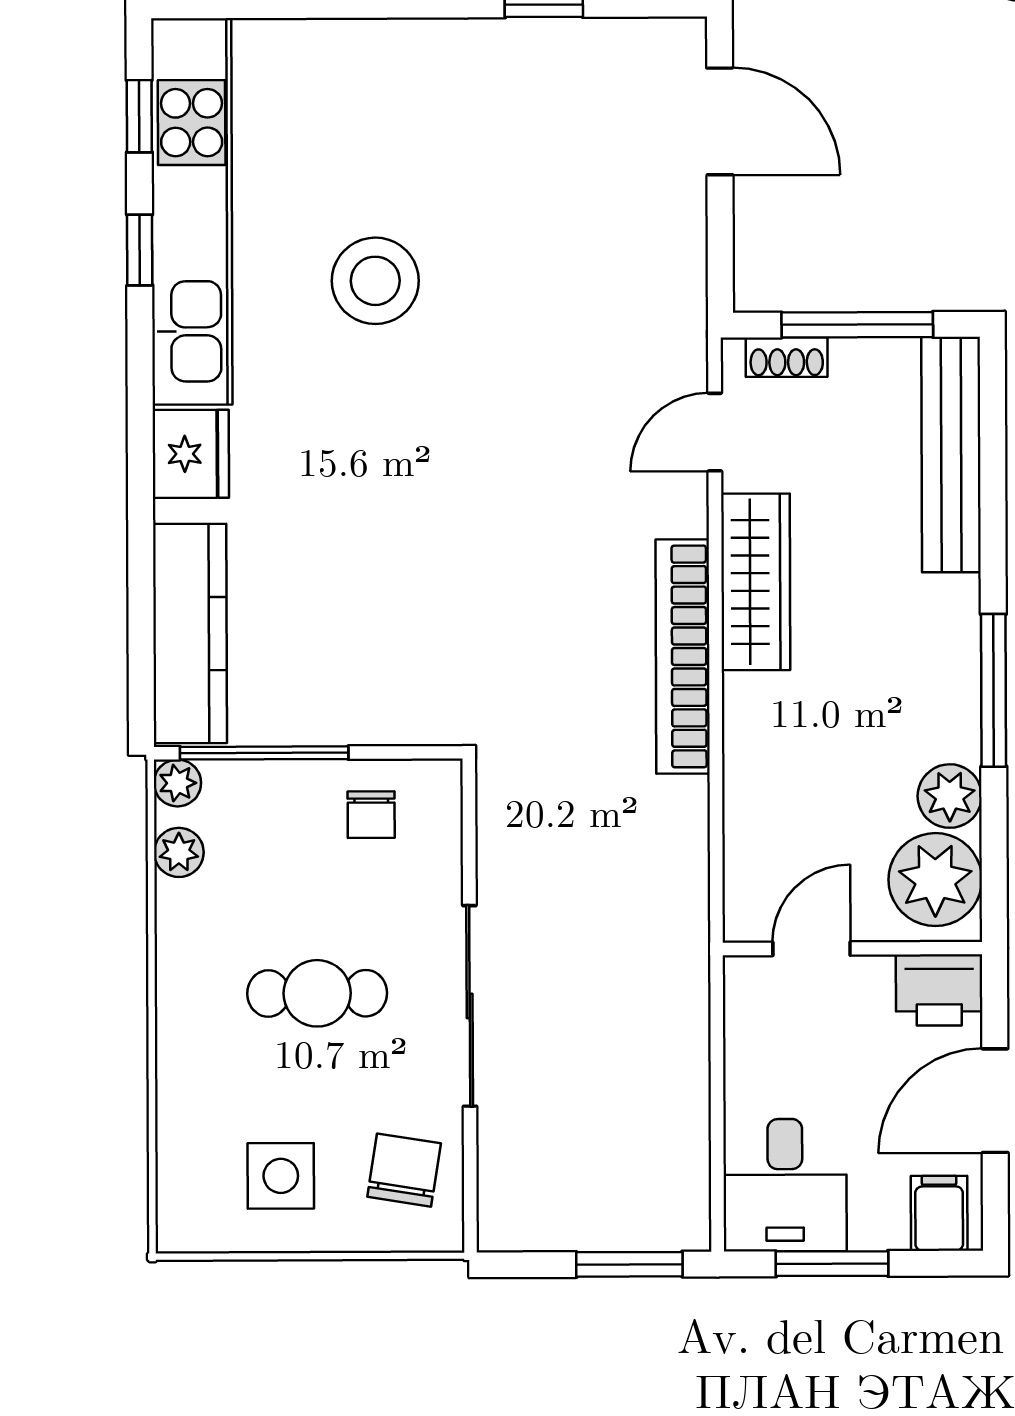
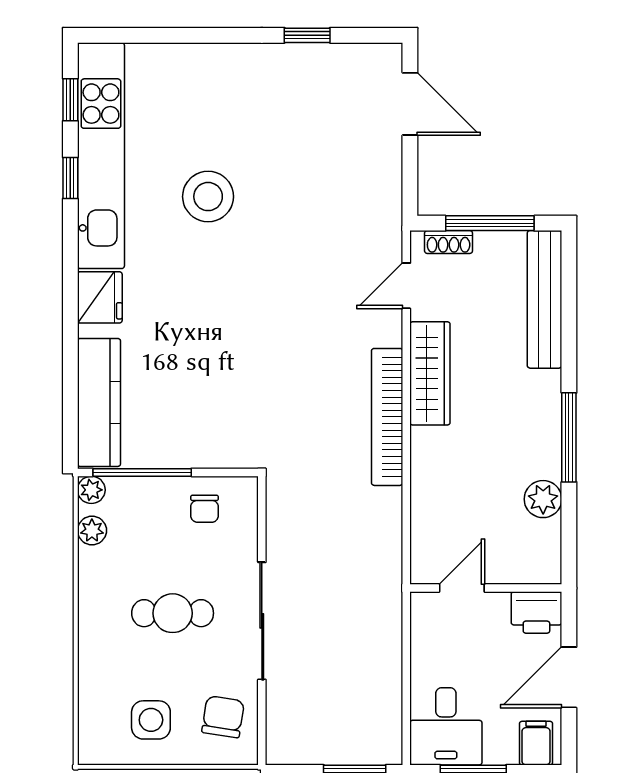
plant: (935, 880) -> (534, 548), removed

